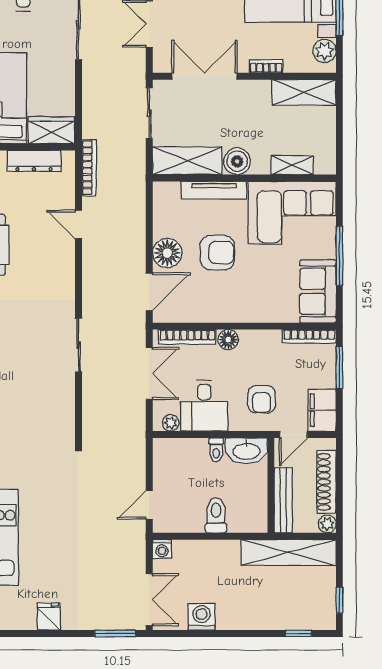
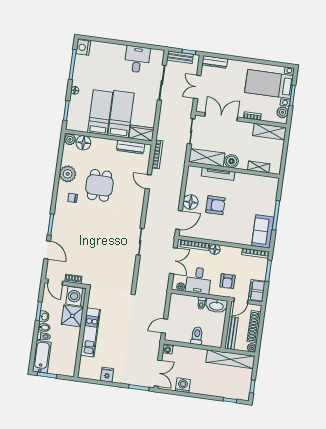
corner sofa: (292, 213) -> (255, 190), removed

